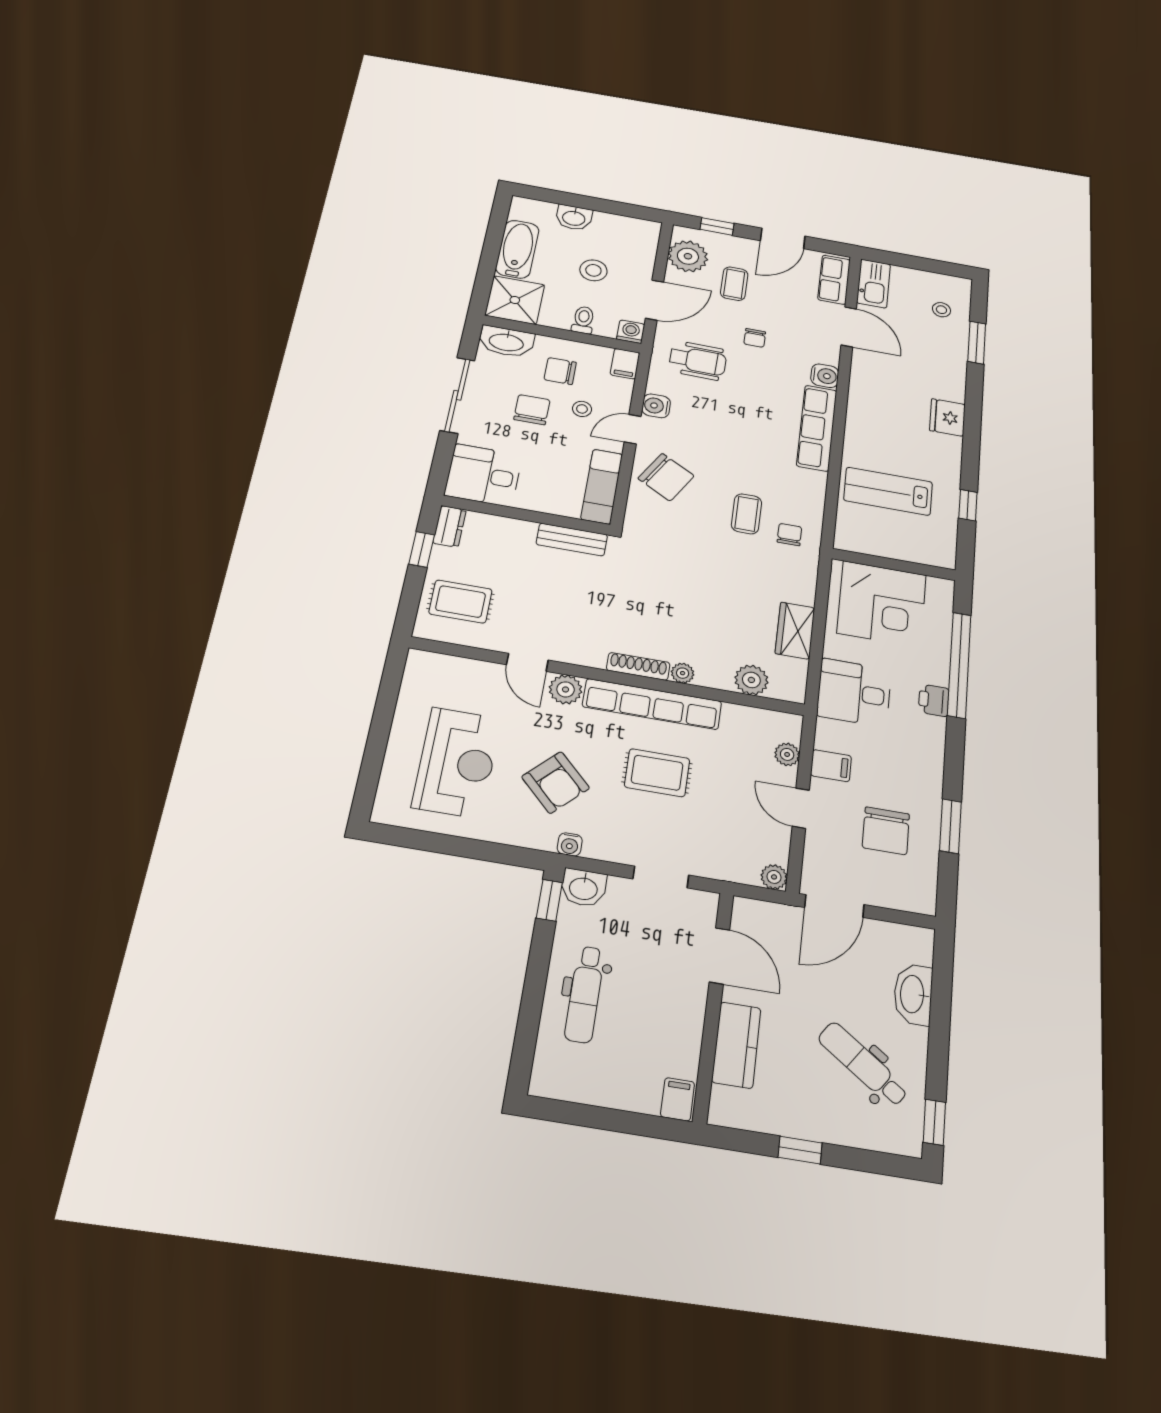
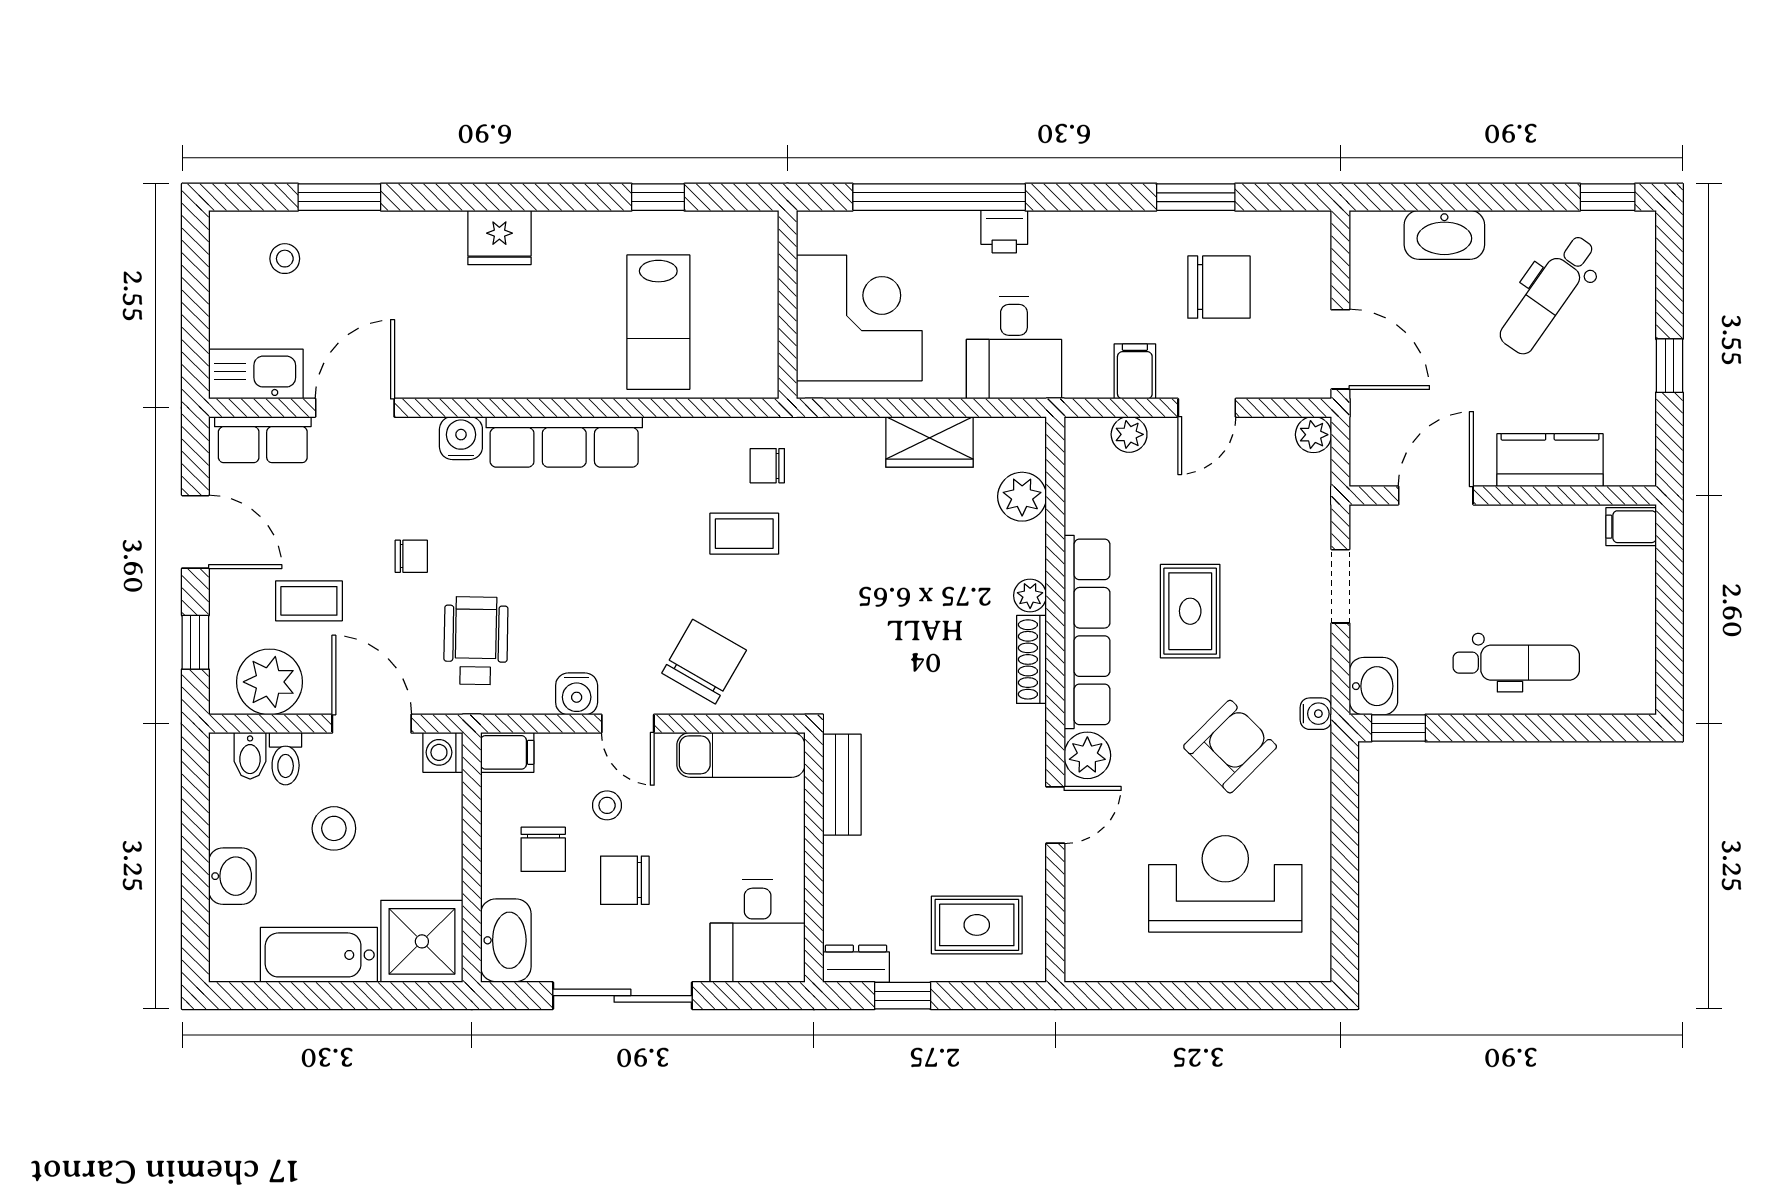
bidet: (645, 239) -> (250, 756), added
toilet: (583, 320) -> (286, 759), moved, turned -90
rug: (461, 602) -> (977, 925), turned 90

